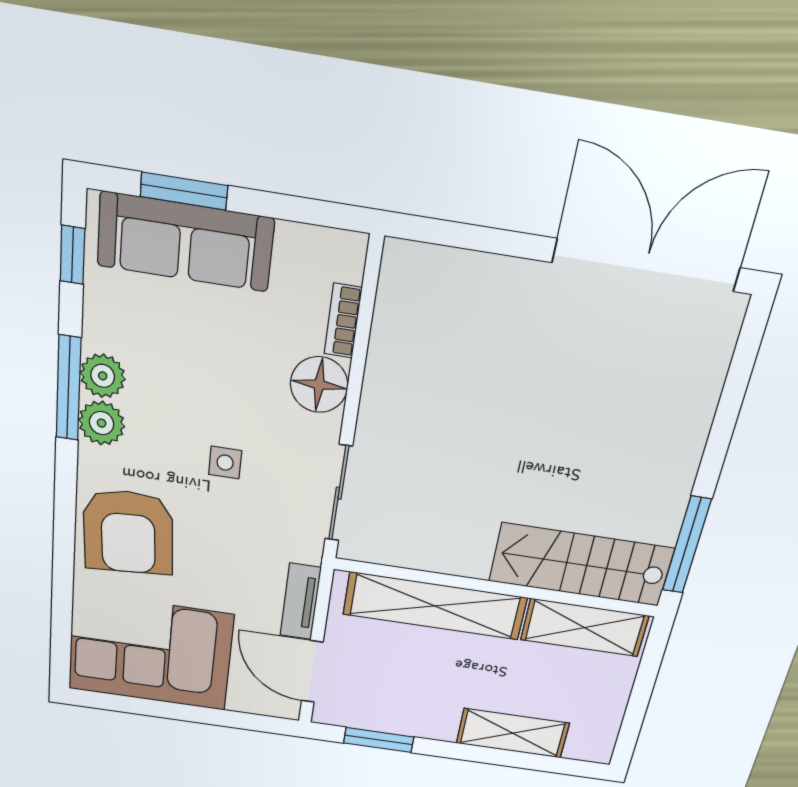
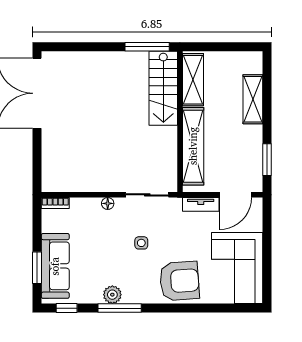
bookcase: (343, 321) -> (55, 203), moved
floor lamp: (319, 385) -> (108, 203), width x0.53, depth x0.53
plant: (102, 423) -> (132, 294), removed

